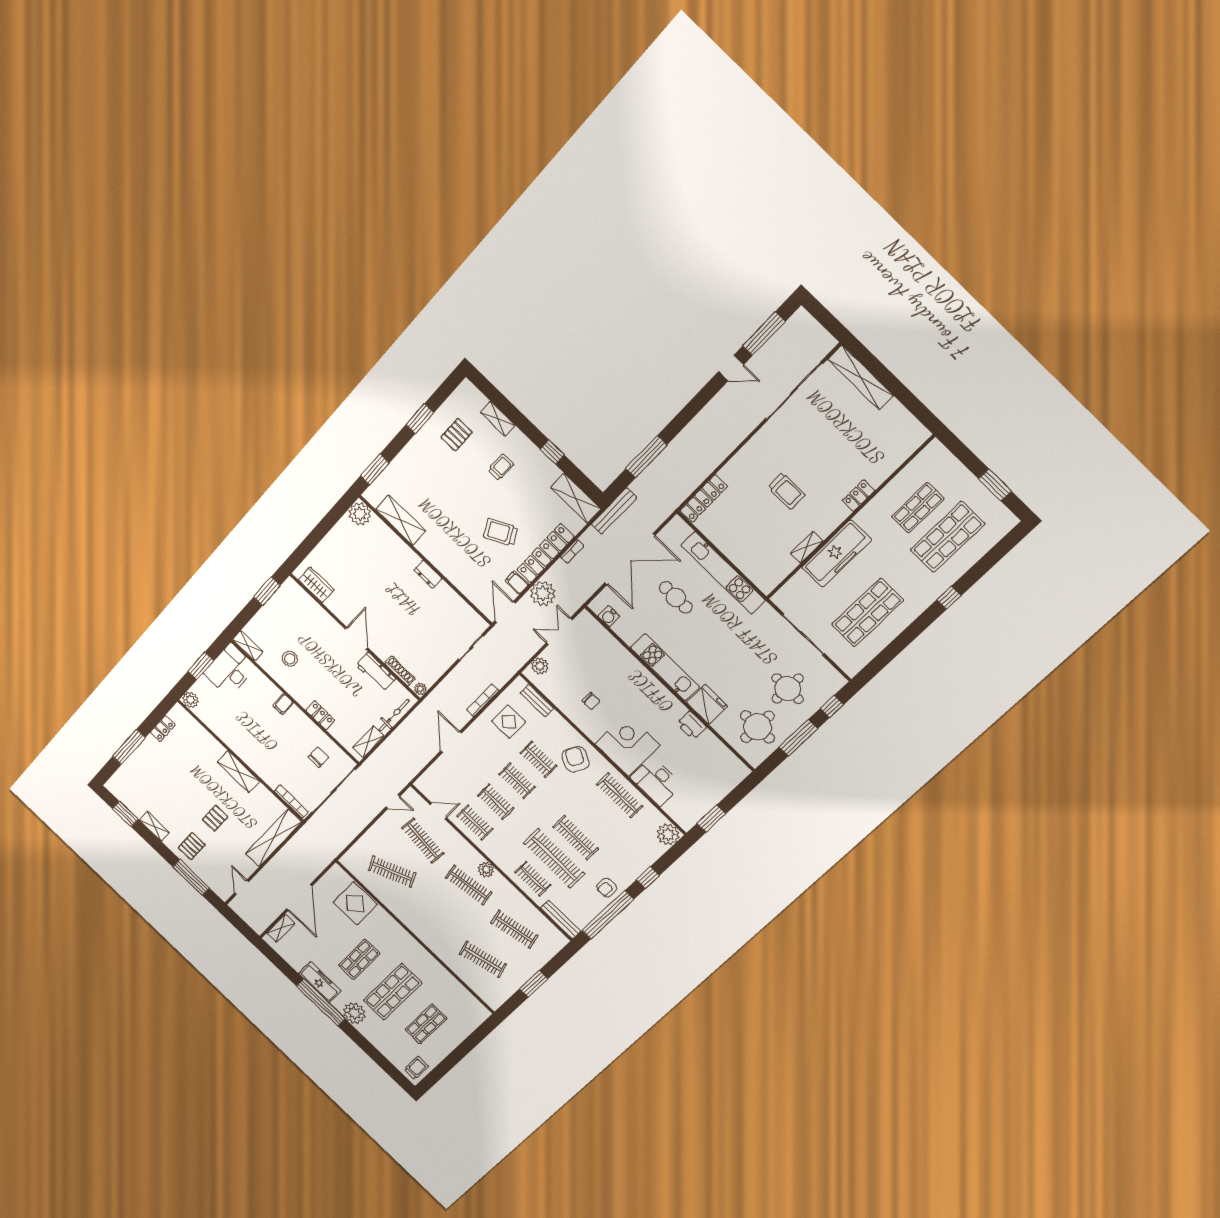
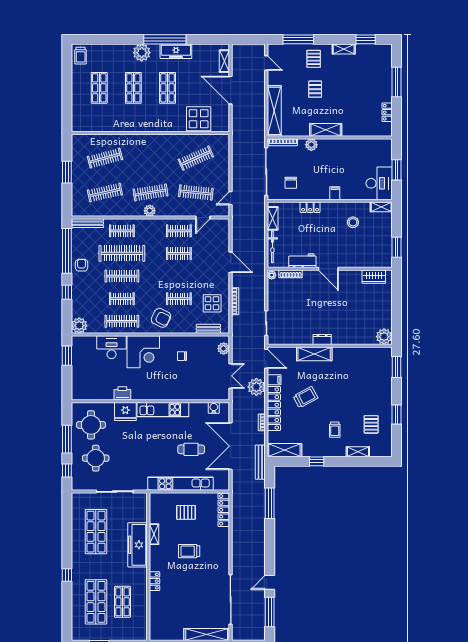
shelving: (401, 520) -> (314, 354), moved
pallet: (748, 536) -> (186, 512), added
plant: (190, 700) -> (311, 145), moved
clothes rail: (517, 781) -> (122, 299), moved
shop shelf: (393, 992) -> (133, 88), width x0.70, depth x0.74

